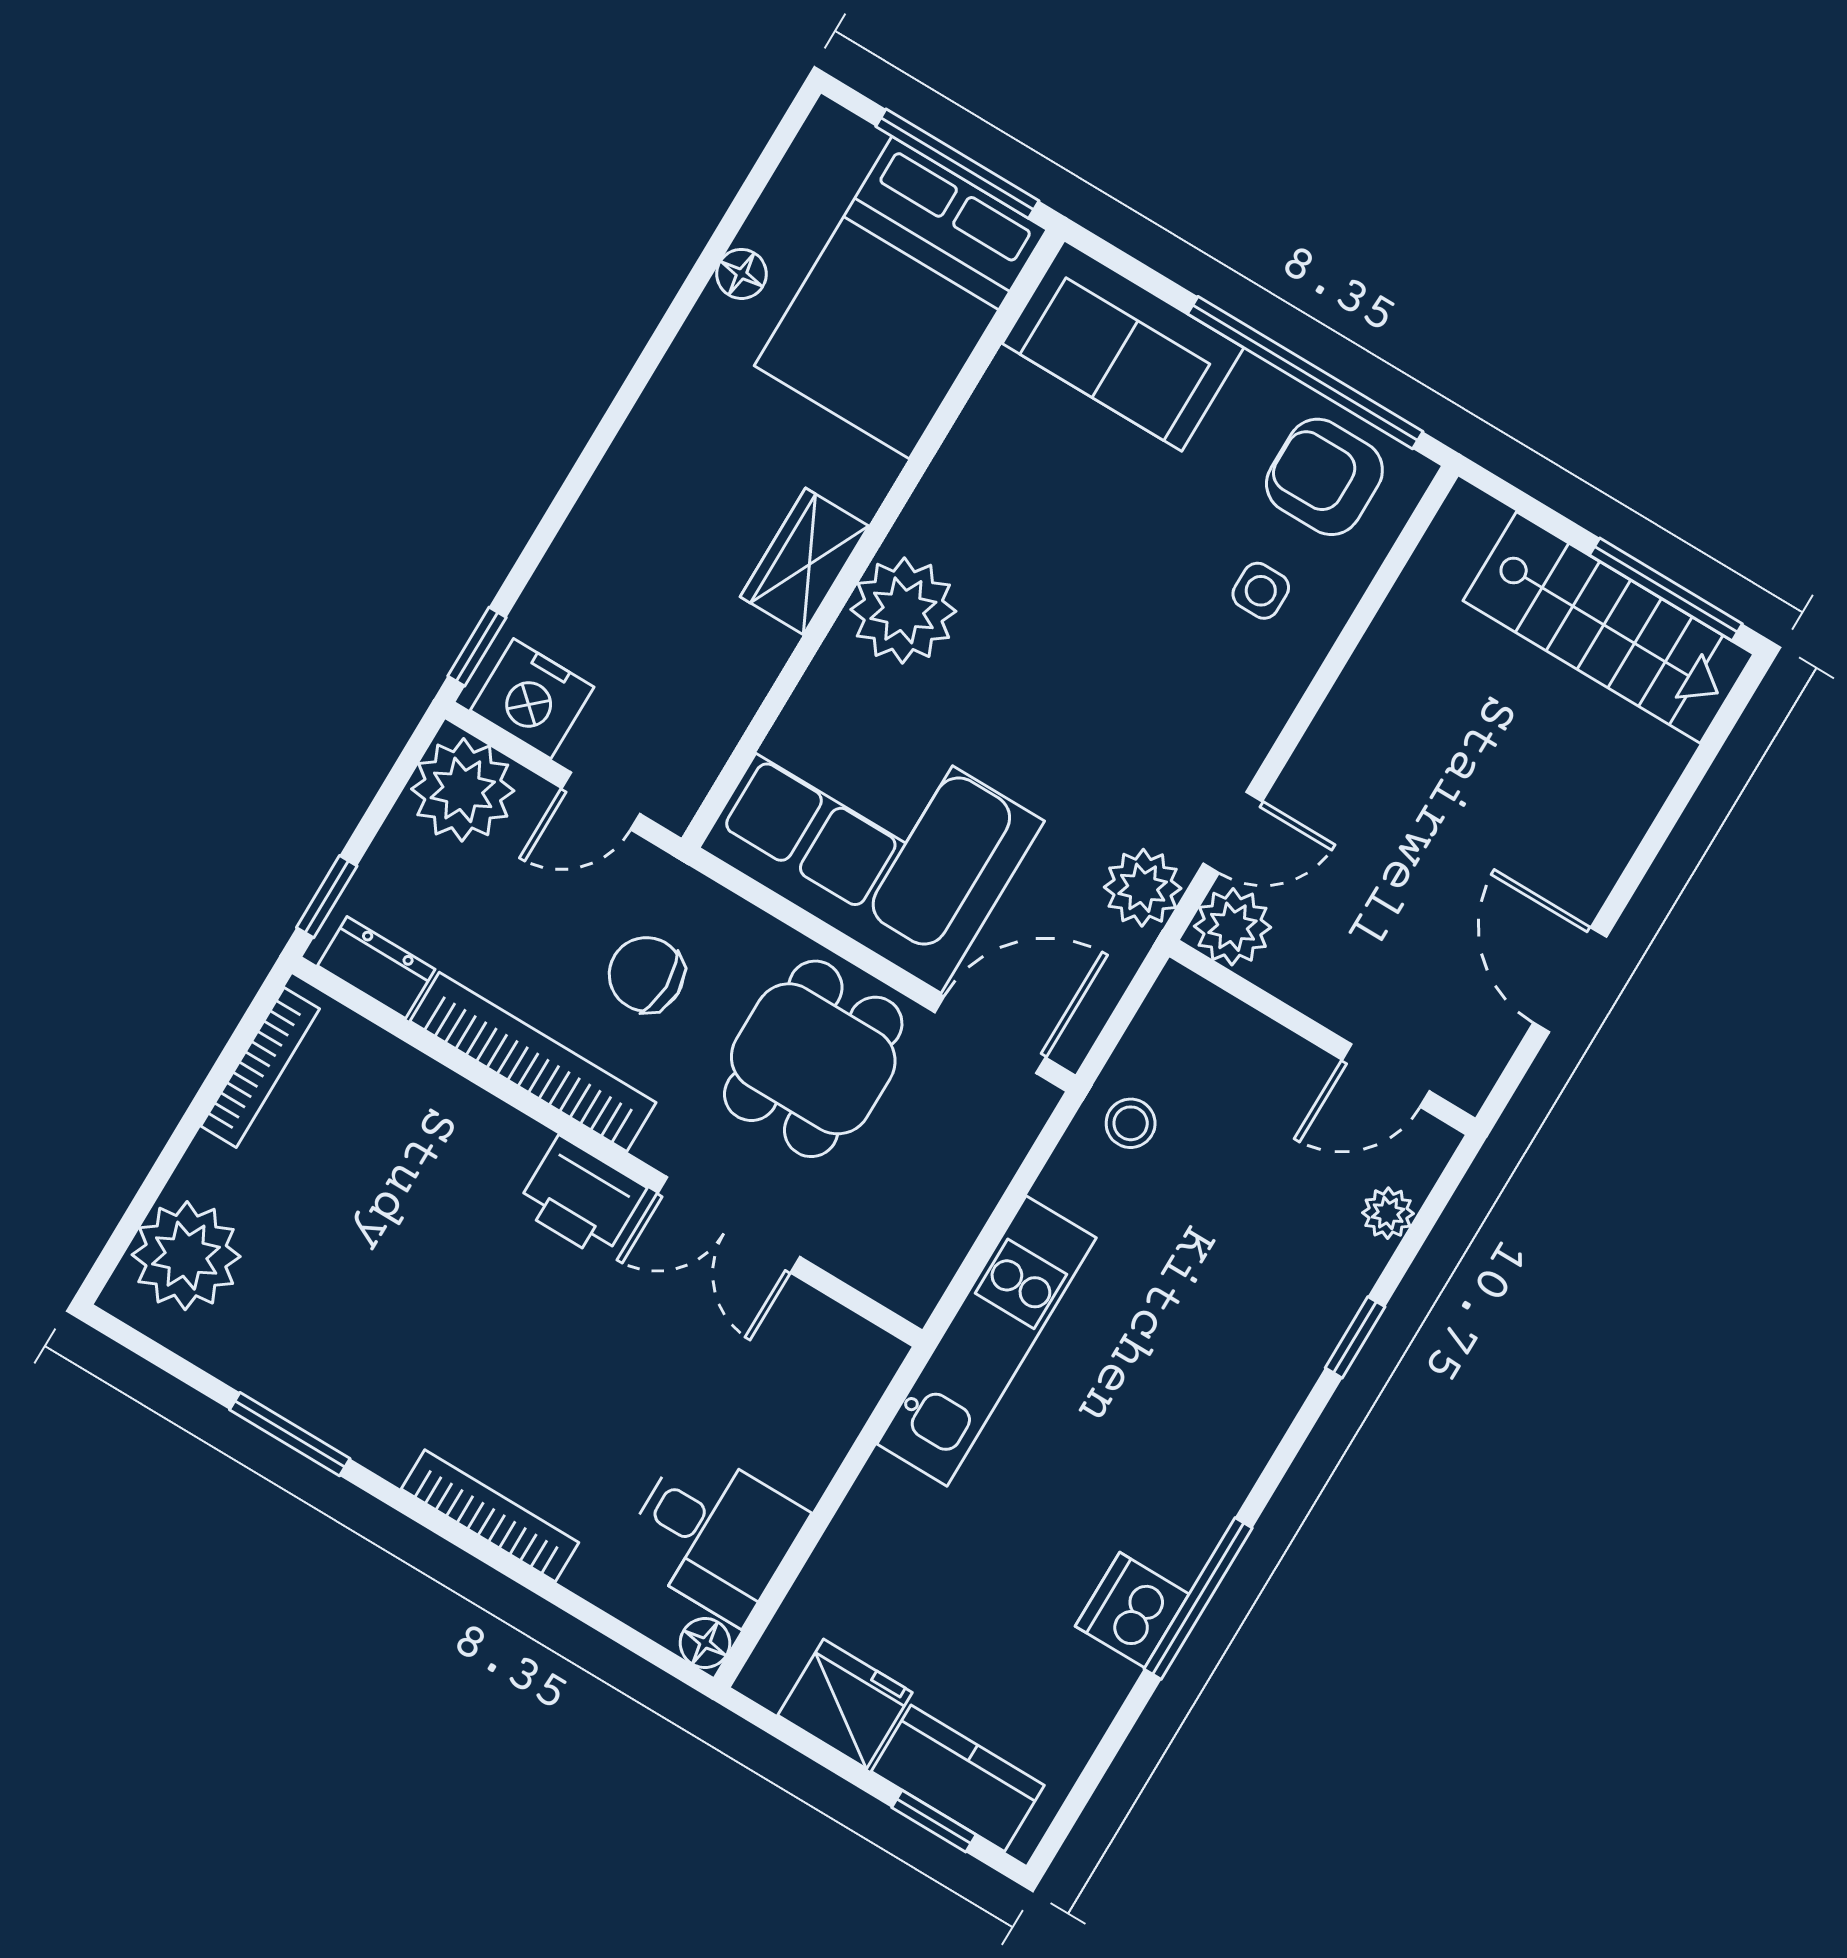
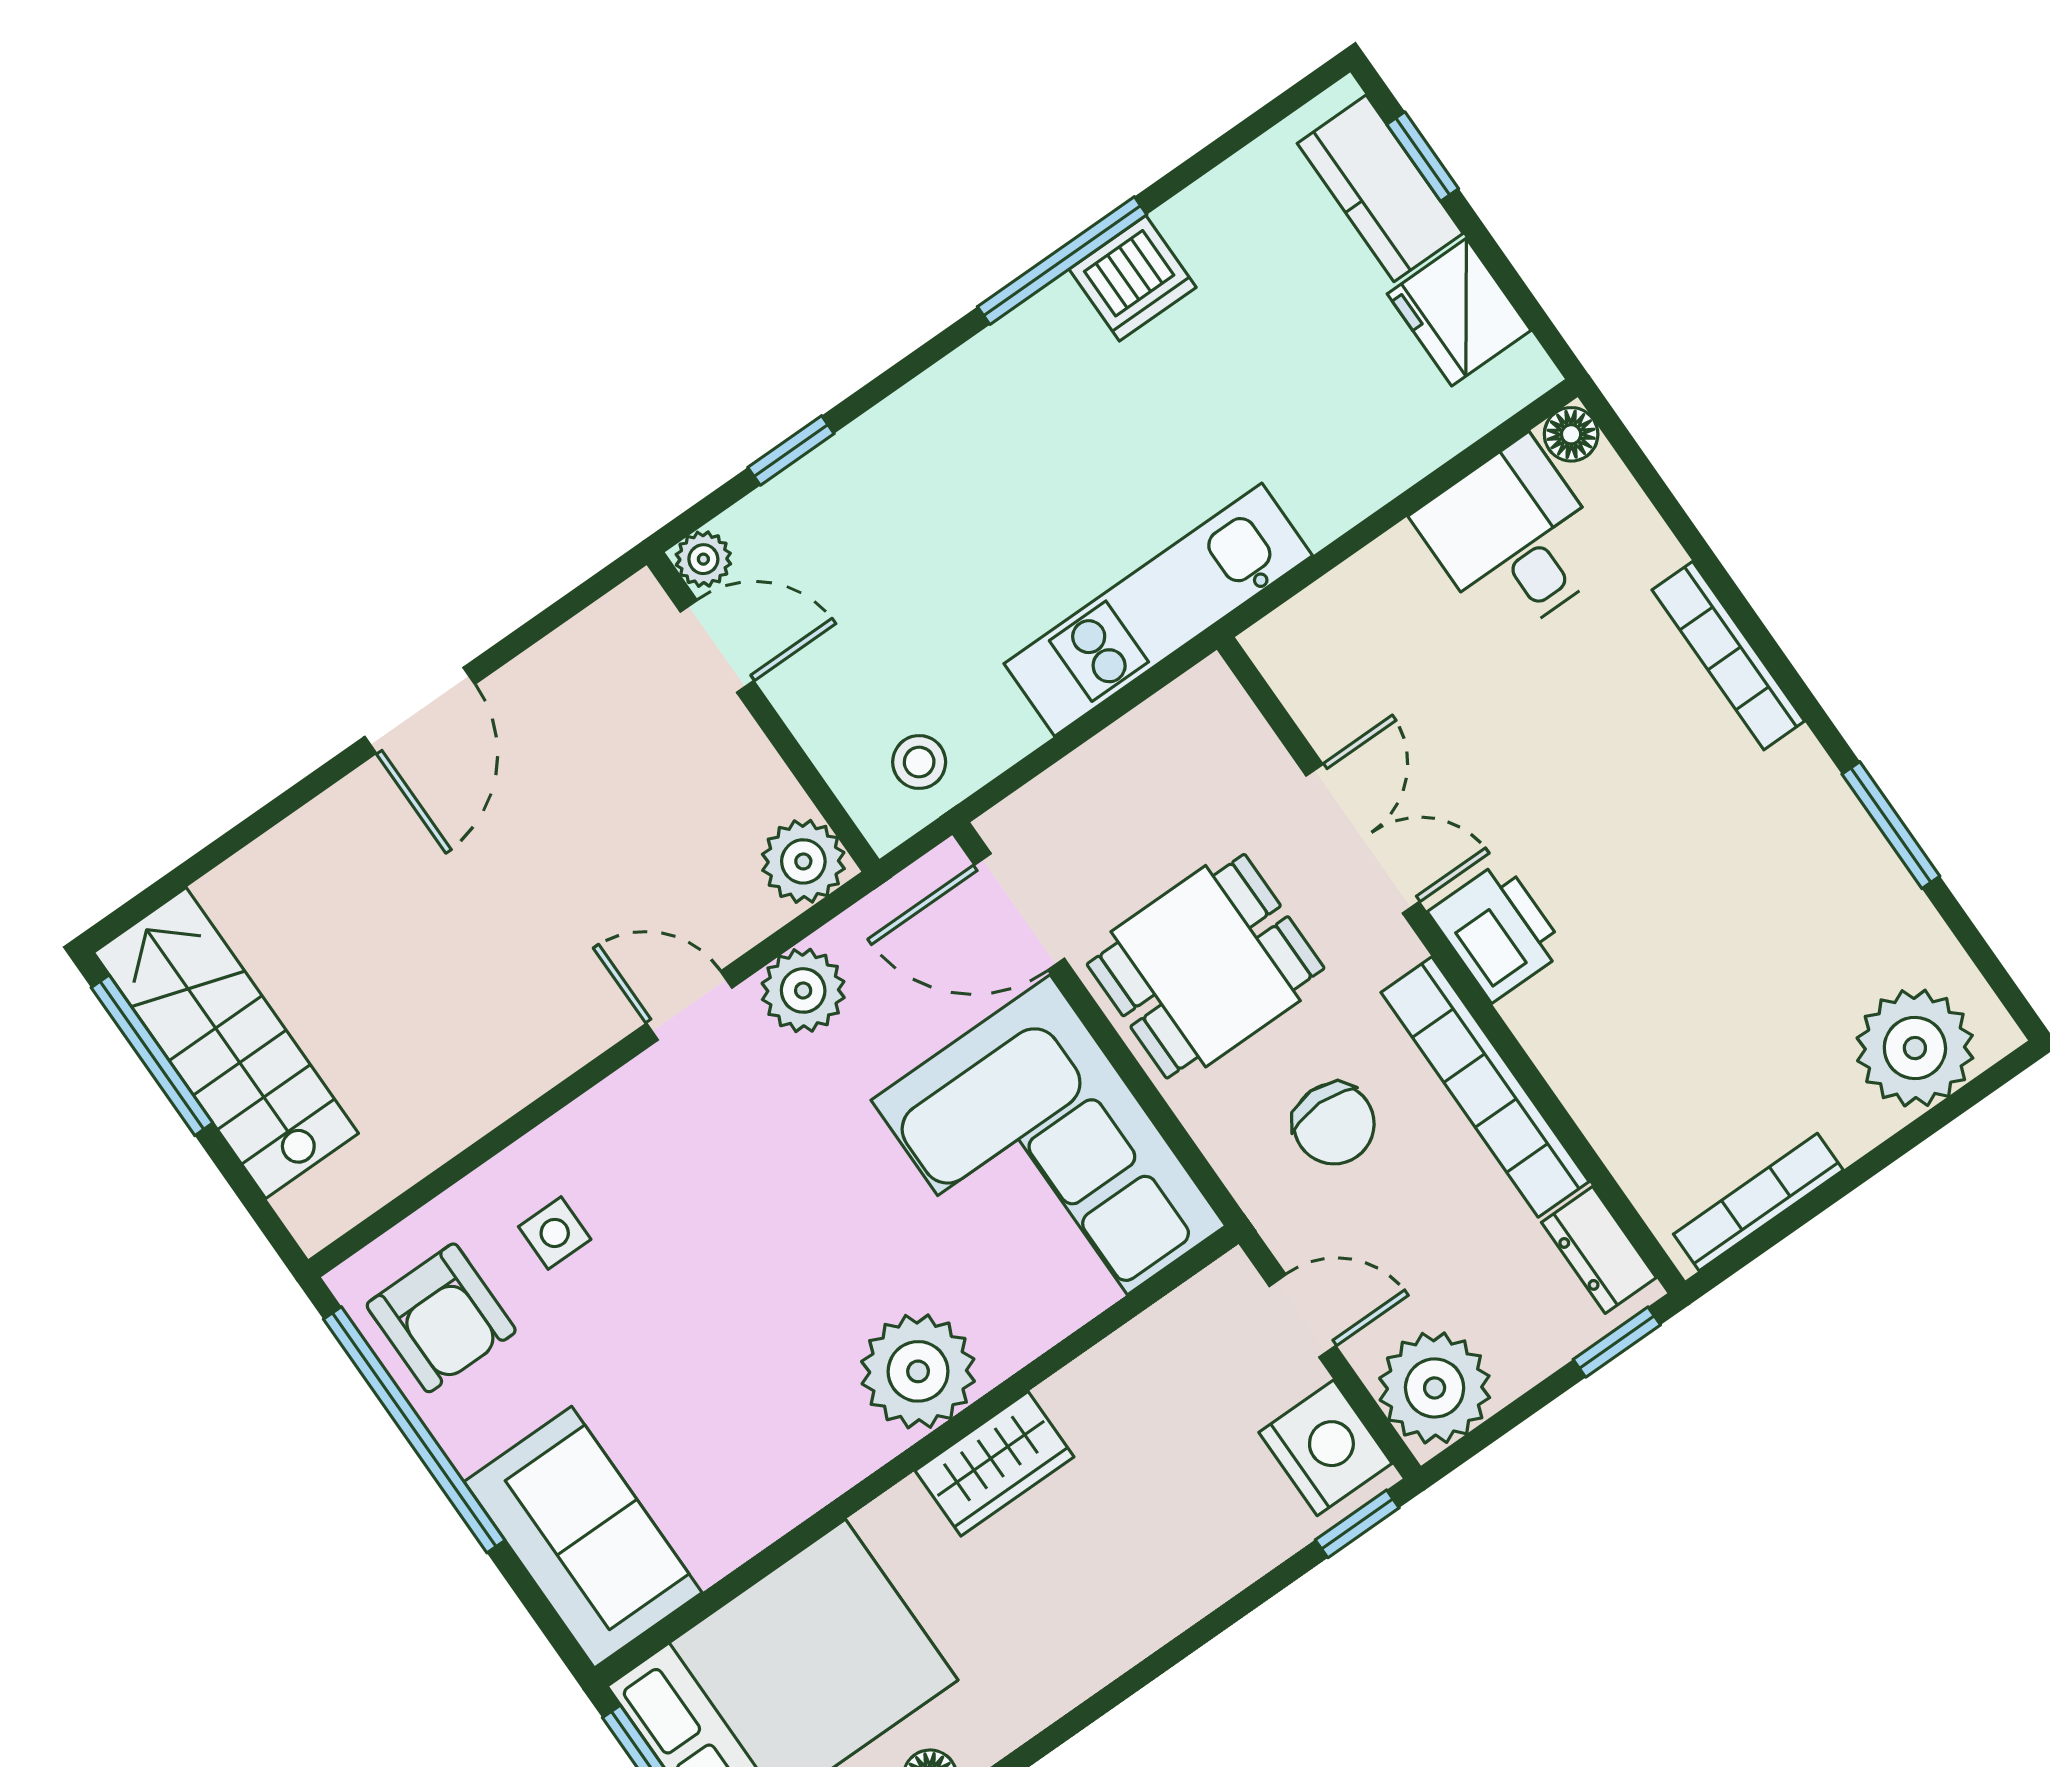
plant: (1233, 927) -> (803, 861), moved
wall: (1322, 1037) -> (763, 712), moved
door: (1386, 1075) -> (717, 646), moved

